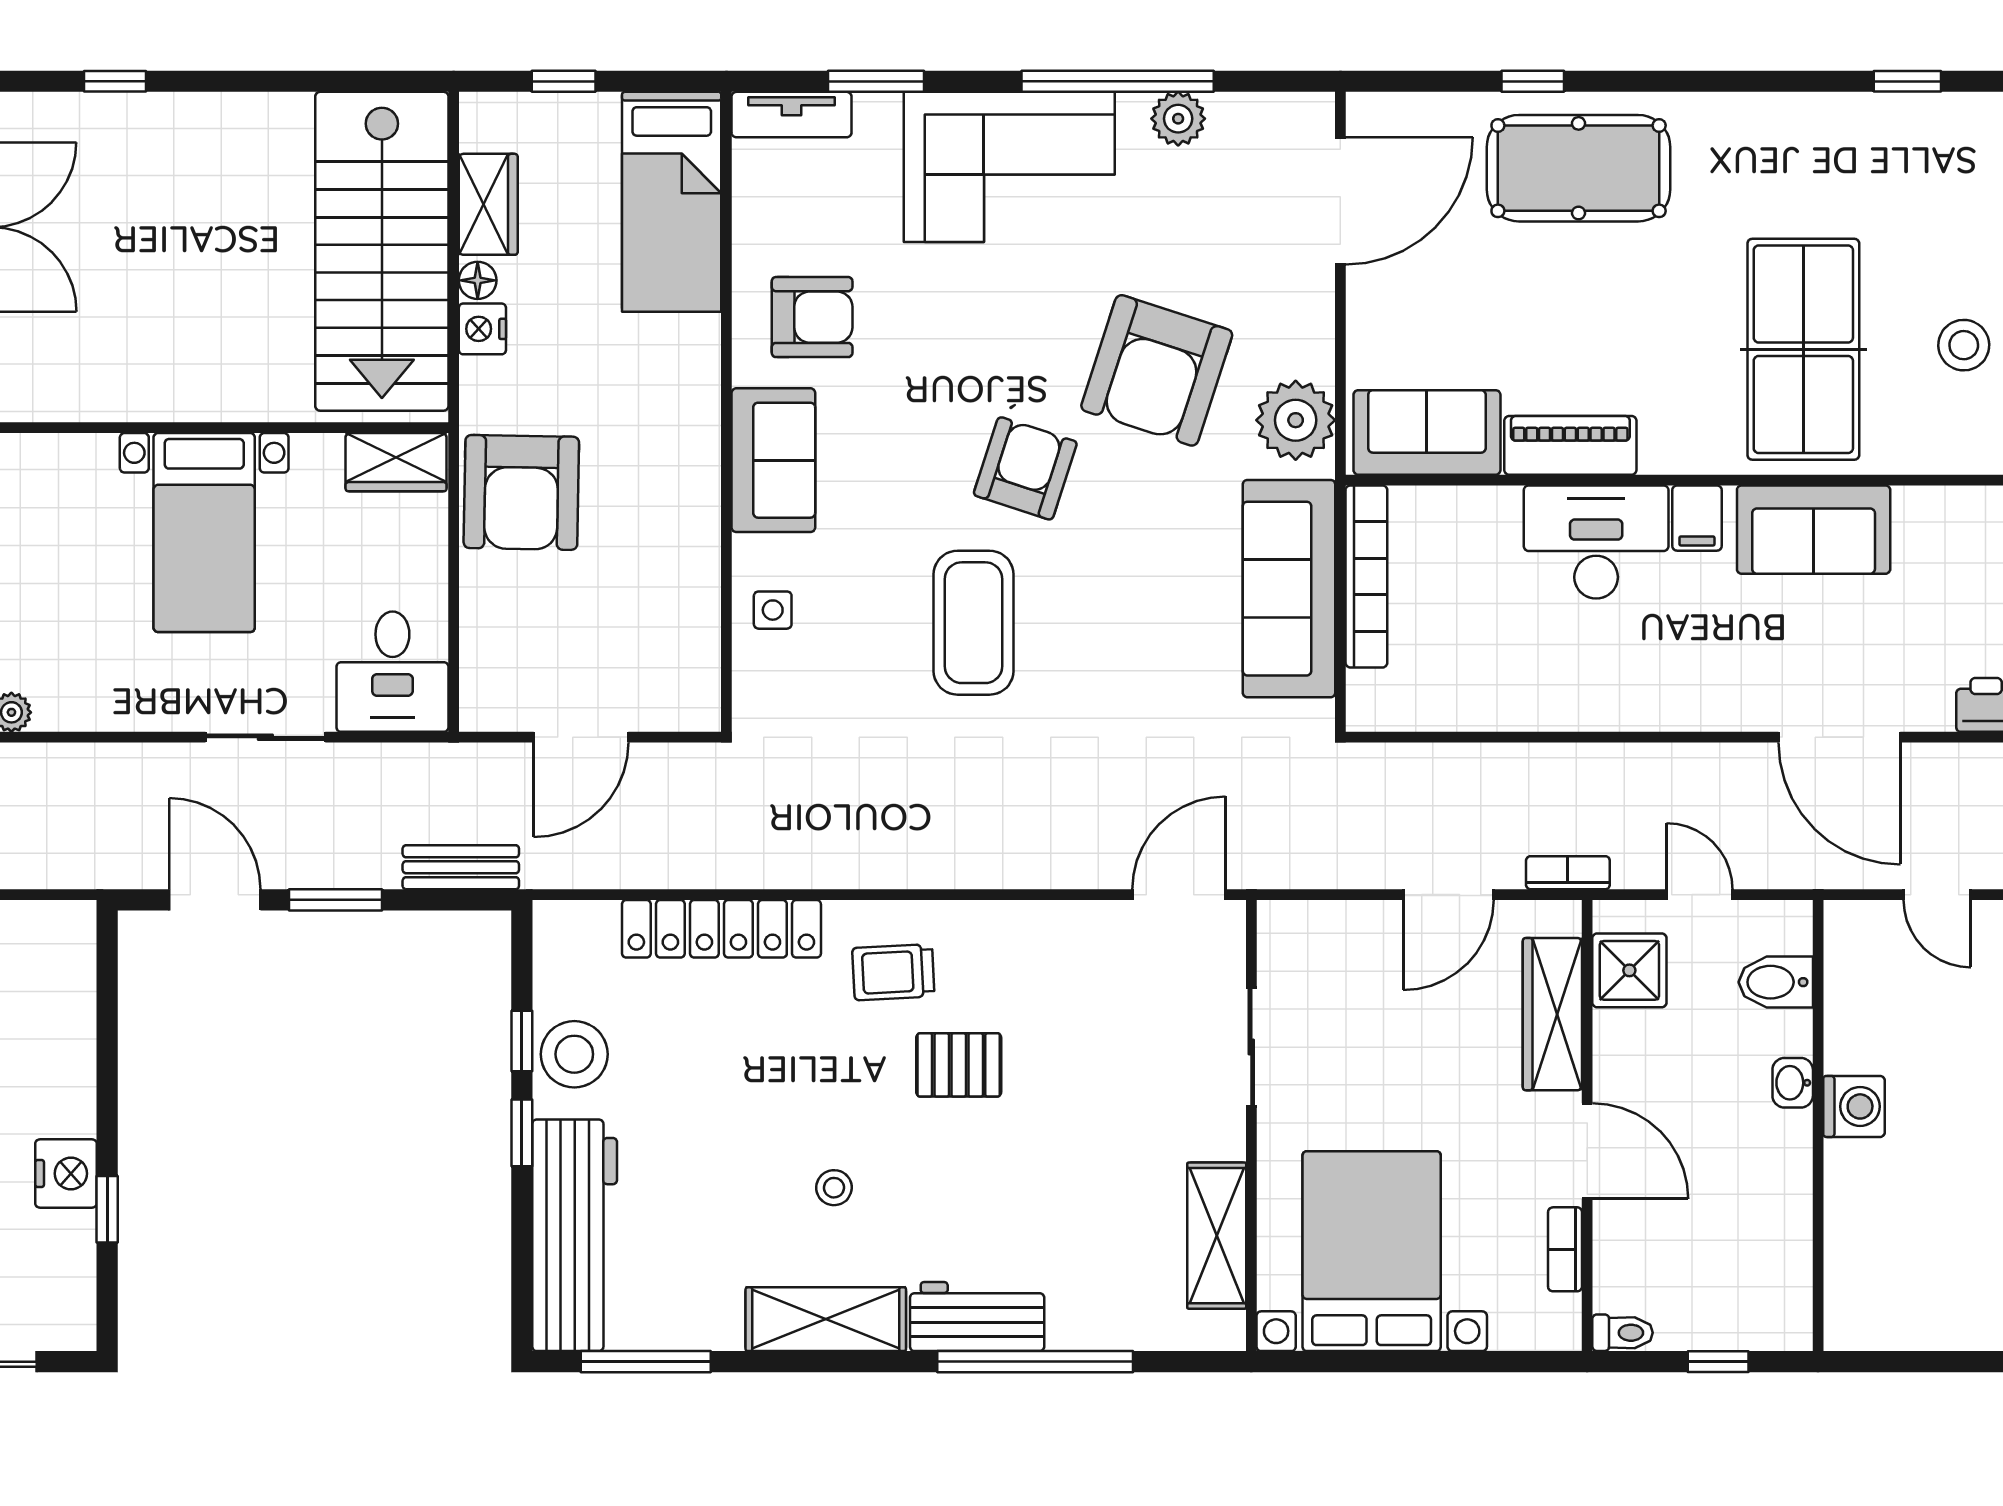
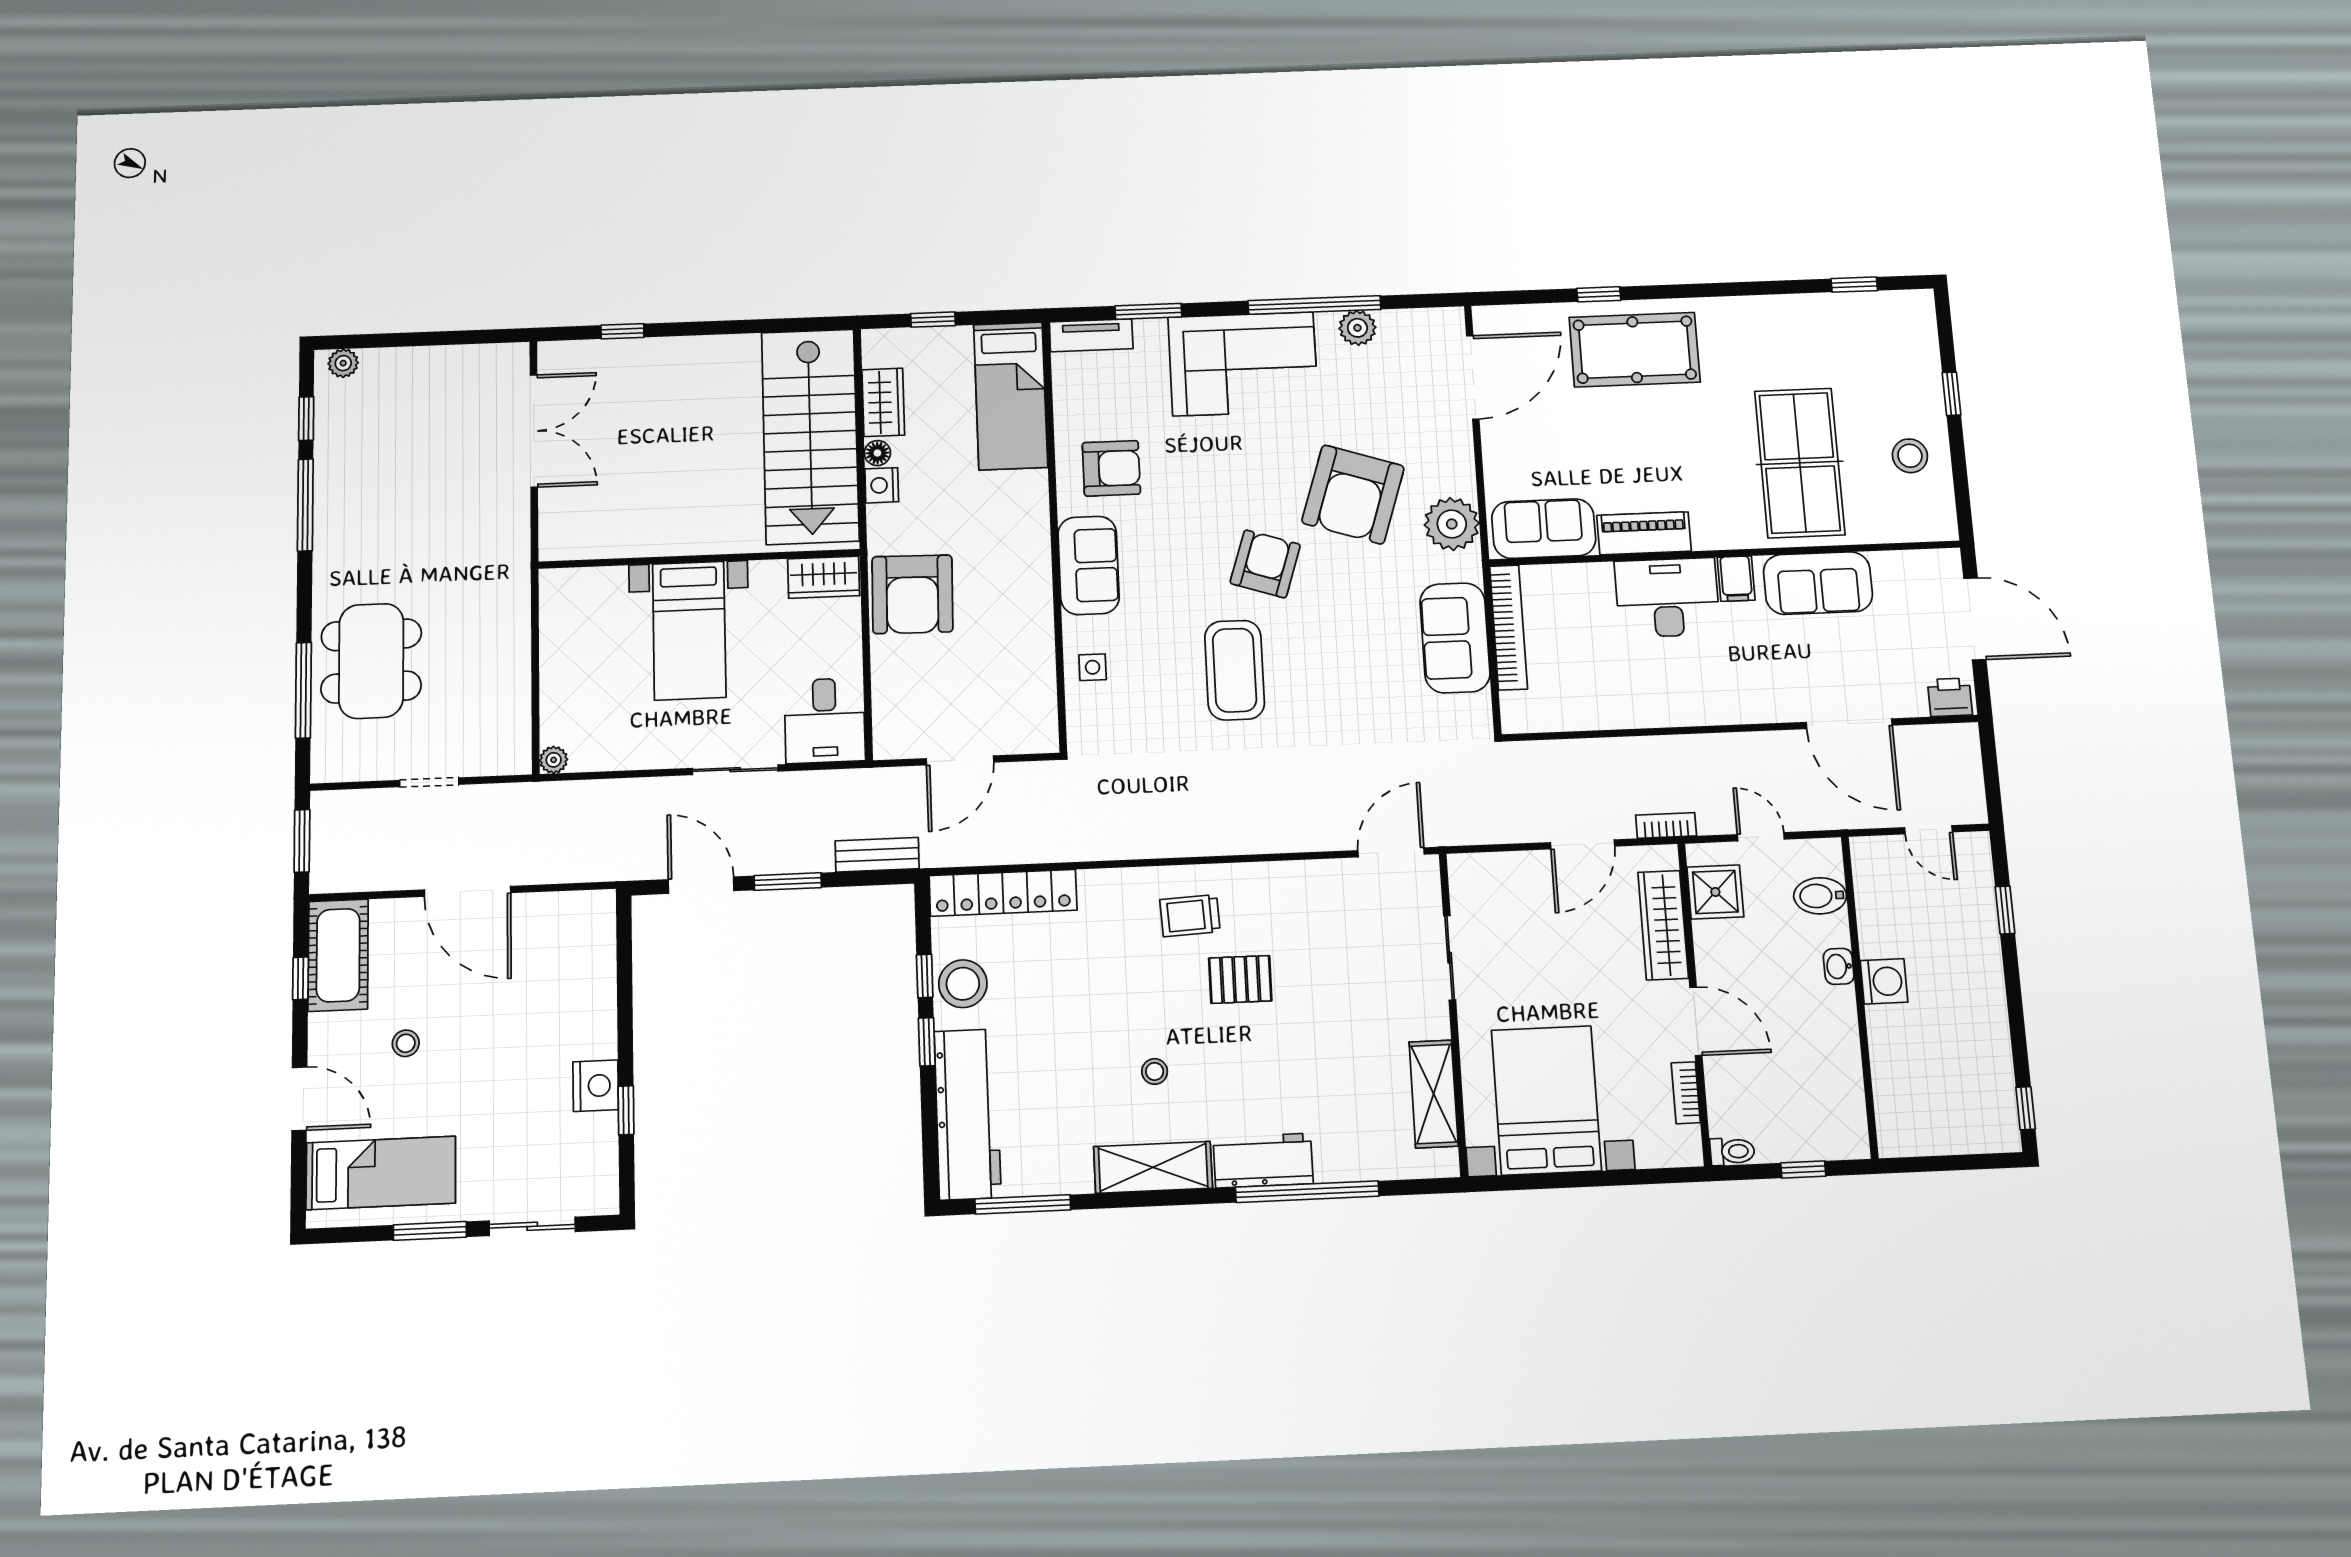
sofa: (1289, 589) -> (1455, 638), width x0.73
locker: (721, 929) -> (1003, 893), moved

